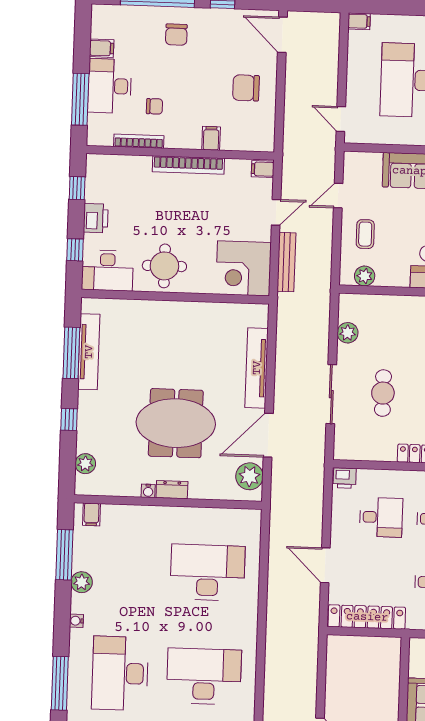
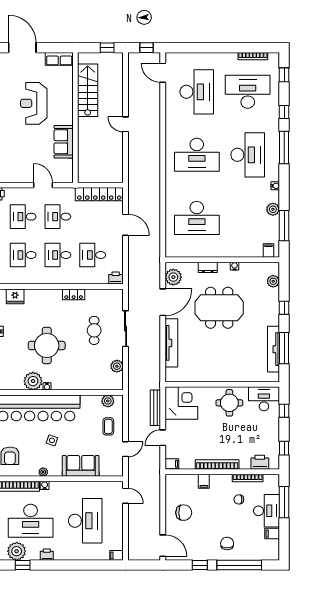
printer: (96, 218) -> (260, 462), moved, turned 90
dresser: (172, 490) -> (208, 267), moved

